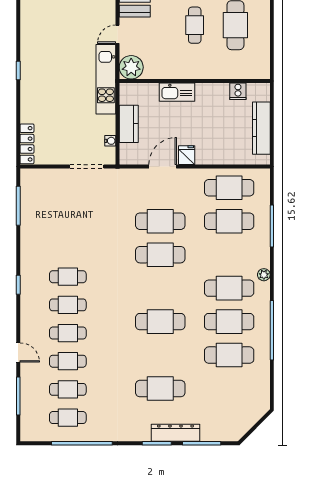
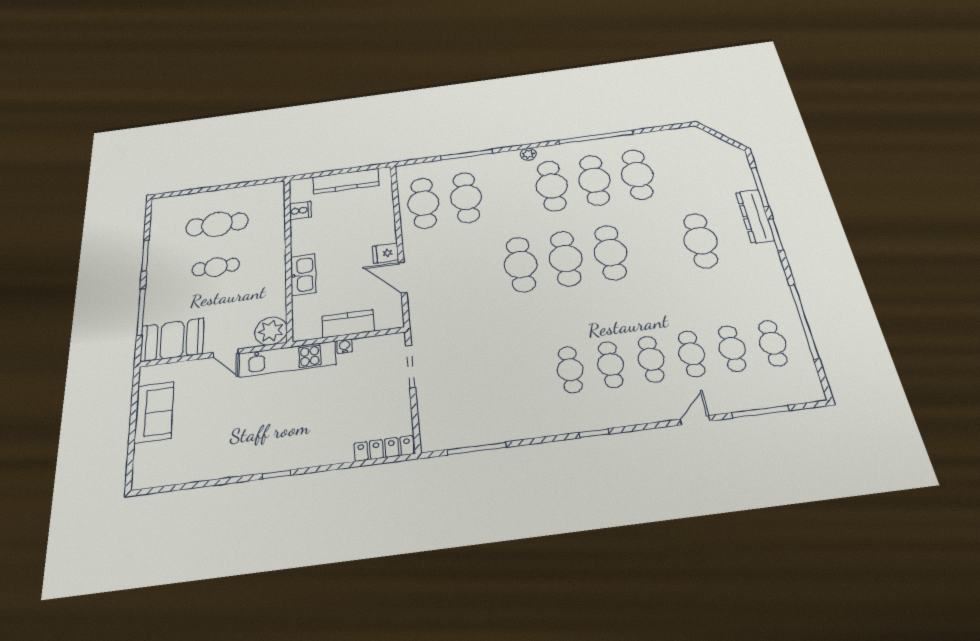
water cooler: (110, 141) -> (345, 346), moved
cafe table: (160, 221) -> (566, 258), moved

